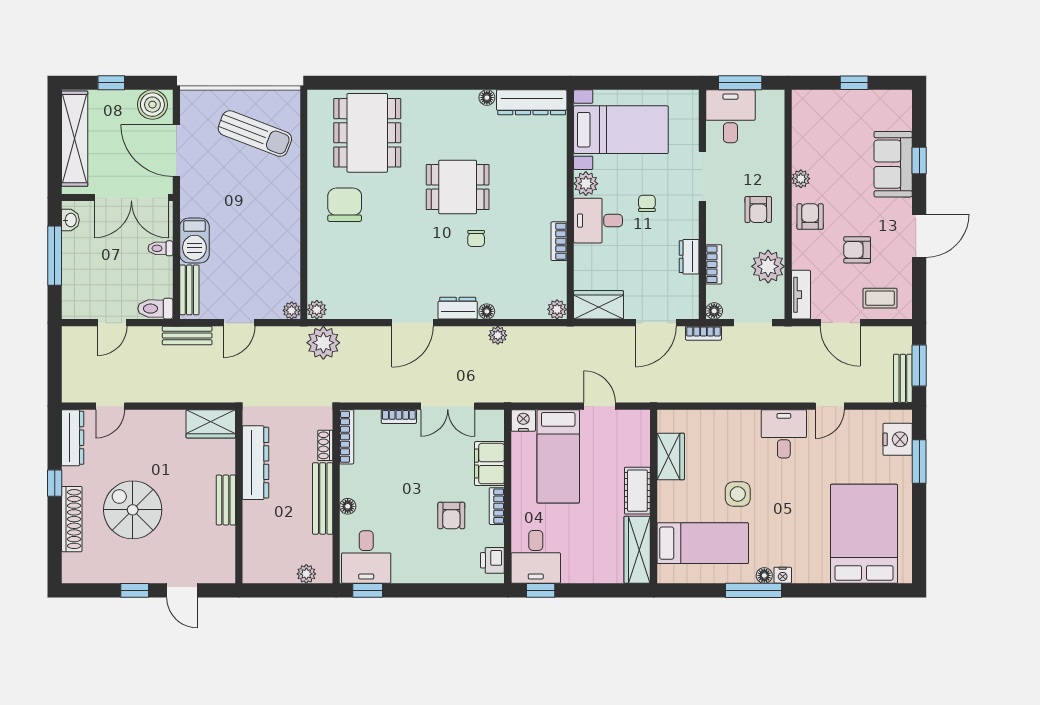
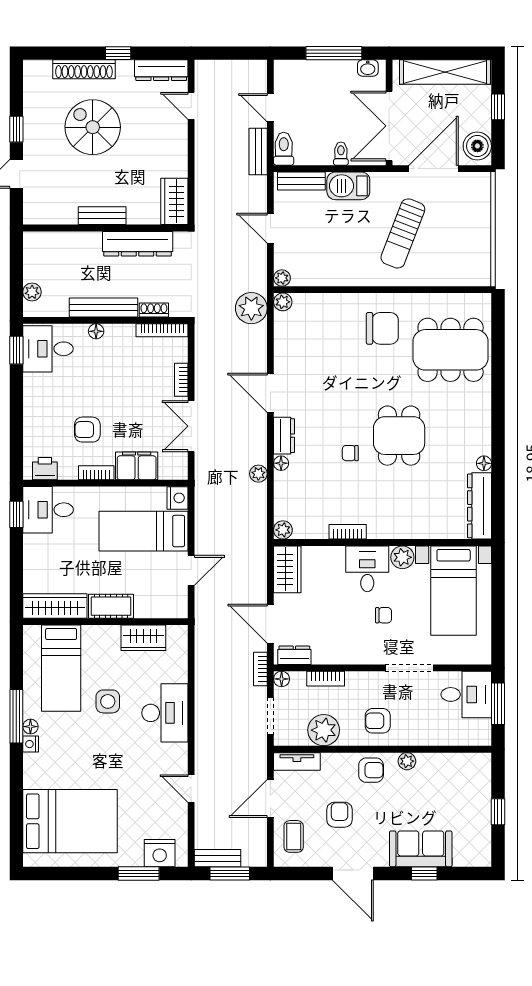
sun lounger: (255, 134) -> (403, 233), moved
dresser: (689, 257) -> (294, 655), moved
bench: (187, 336) -> (258, 152), moved
desk: (784, 434) -> (165, 713), moved, width x1.37
spiral stairs: (133, 510) -> (93, 127), turned -90

